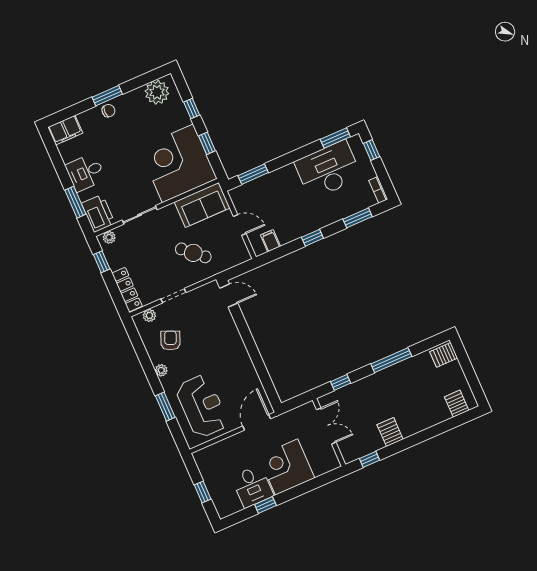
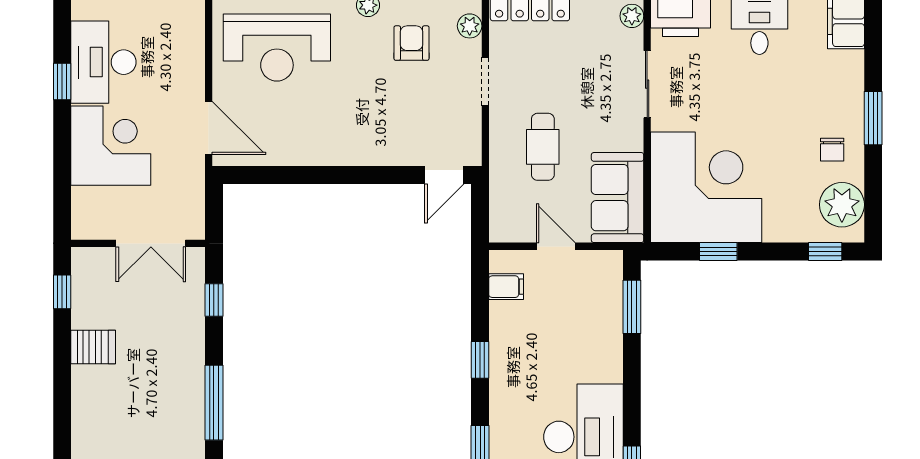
window: (192, 108) -> (825, 252), moved
chair: (108, 111) -> (832, 150), moved
door: (240, 225) -> (556, 246), swing flipped
cafe table: (193, 253) -> (543, 147), turned -42
armchair: (170, 340) -> (412, 43), turned -113
desk: (252, 486) -> (103, 62), width x1.37

